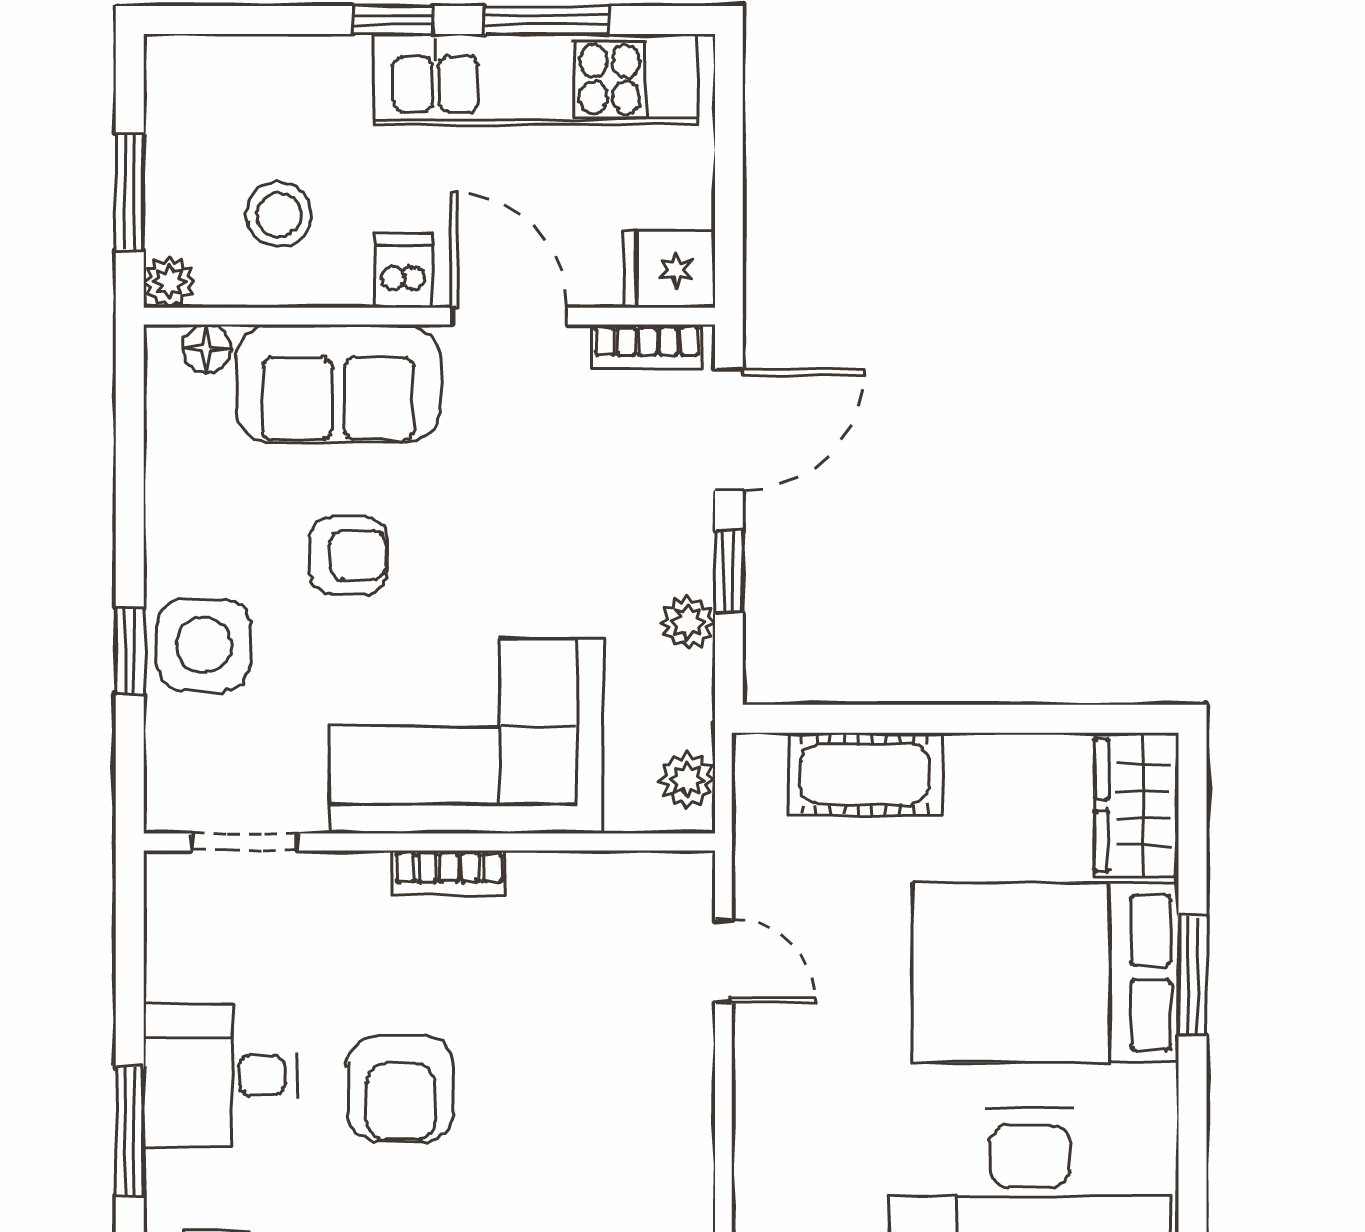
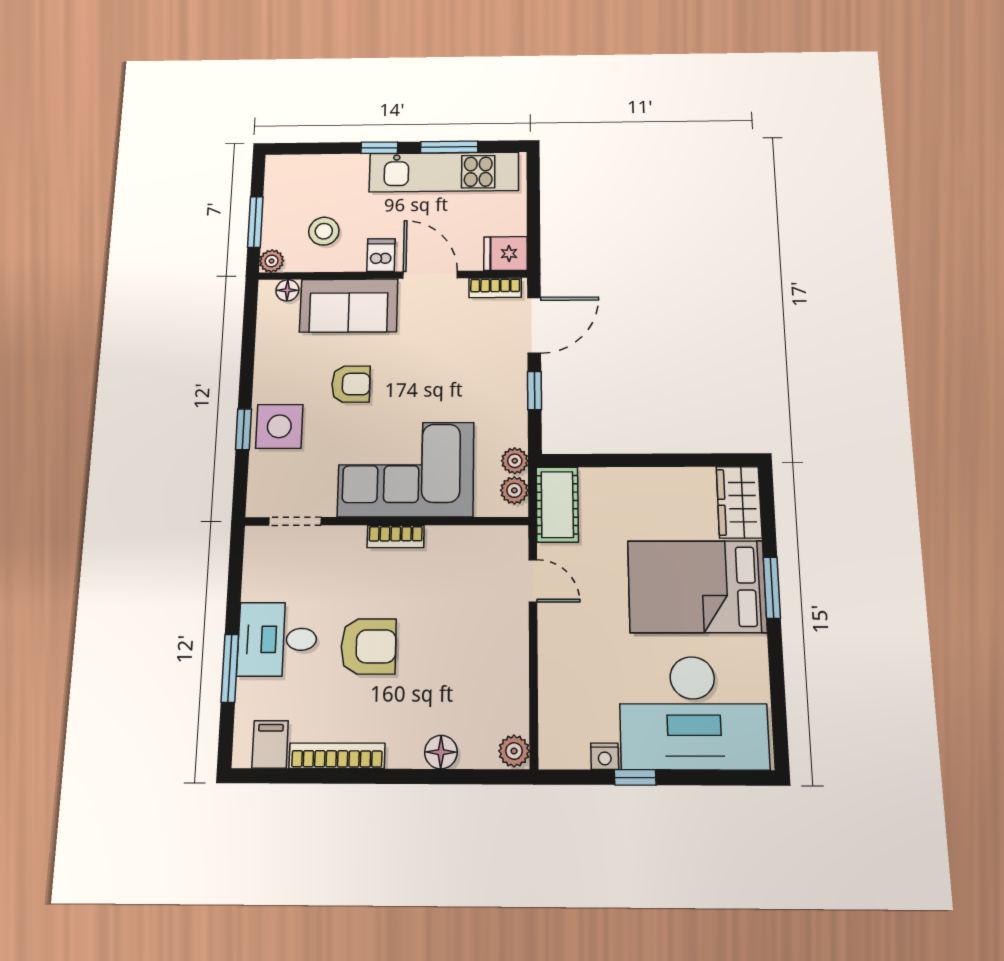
plant: (688, 622) -> (515, 461), moved
cot: (865, 774) -> (557, 505), moved, turned 90
armchair: (401, 1089) -> (368, 646), turned -90

